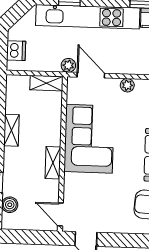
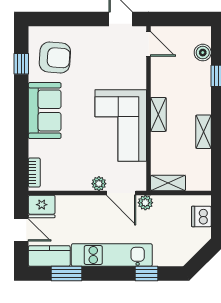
kitchen unit: (88, 17) -> (112, 255), width x0.73
plant: (127, 85) -> (99, 184), moved
shelving: (53, 163) -> (158, 114), moved

